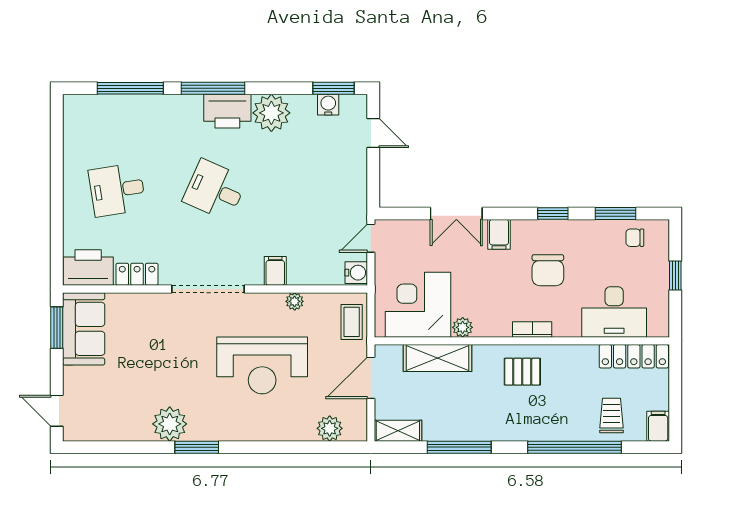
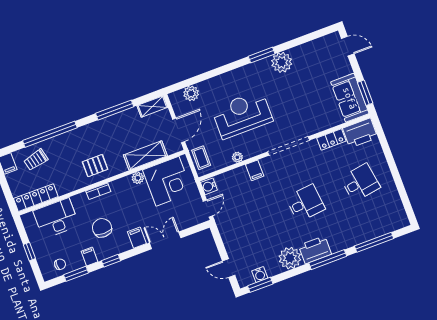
desk: (215, 190) -> (305, 203), turned -30
filing cabinet: (584, 233) -> (89, 256), added
trolley: (612, 416) -> (36, 160), turned 77

